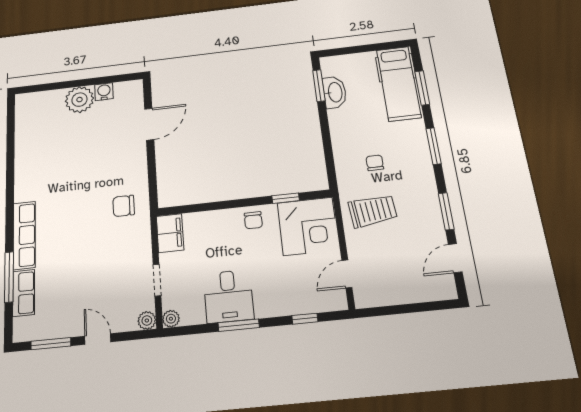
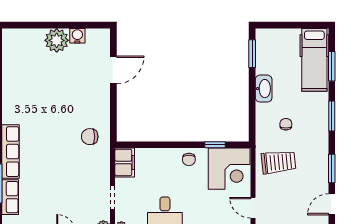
washbasin: (335, 92) -> (264, 89), moved
door: (347, 274) -> (253, 208), hinge flipped

